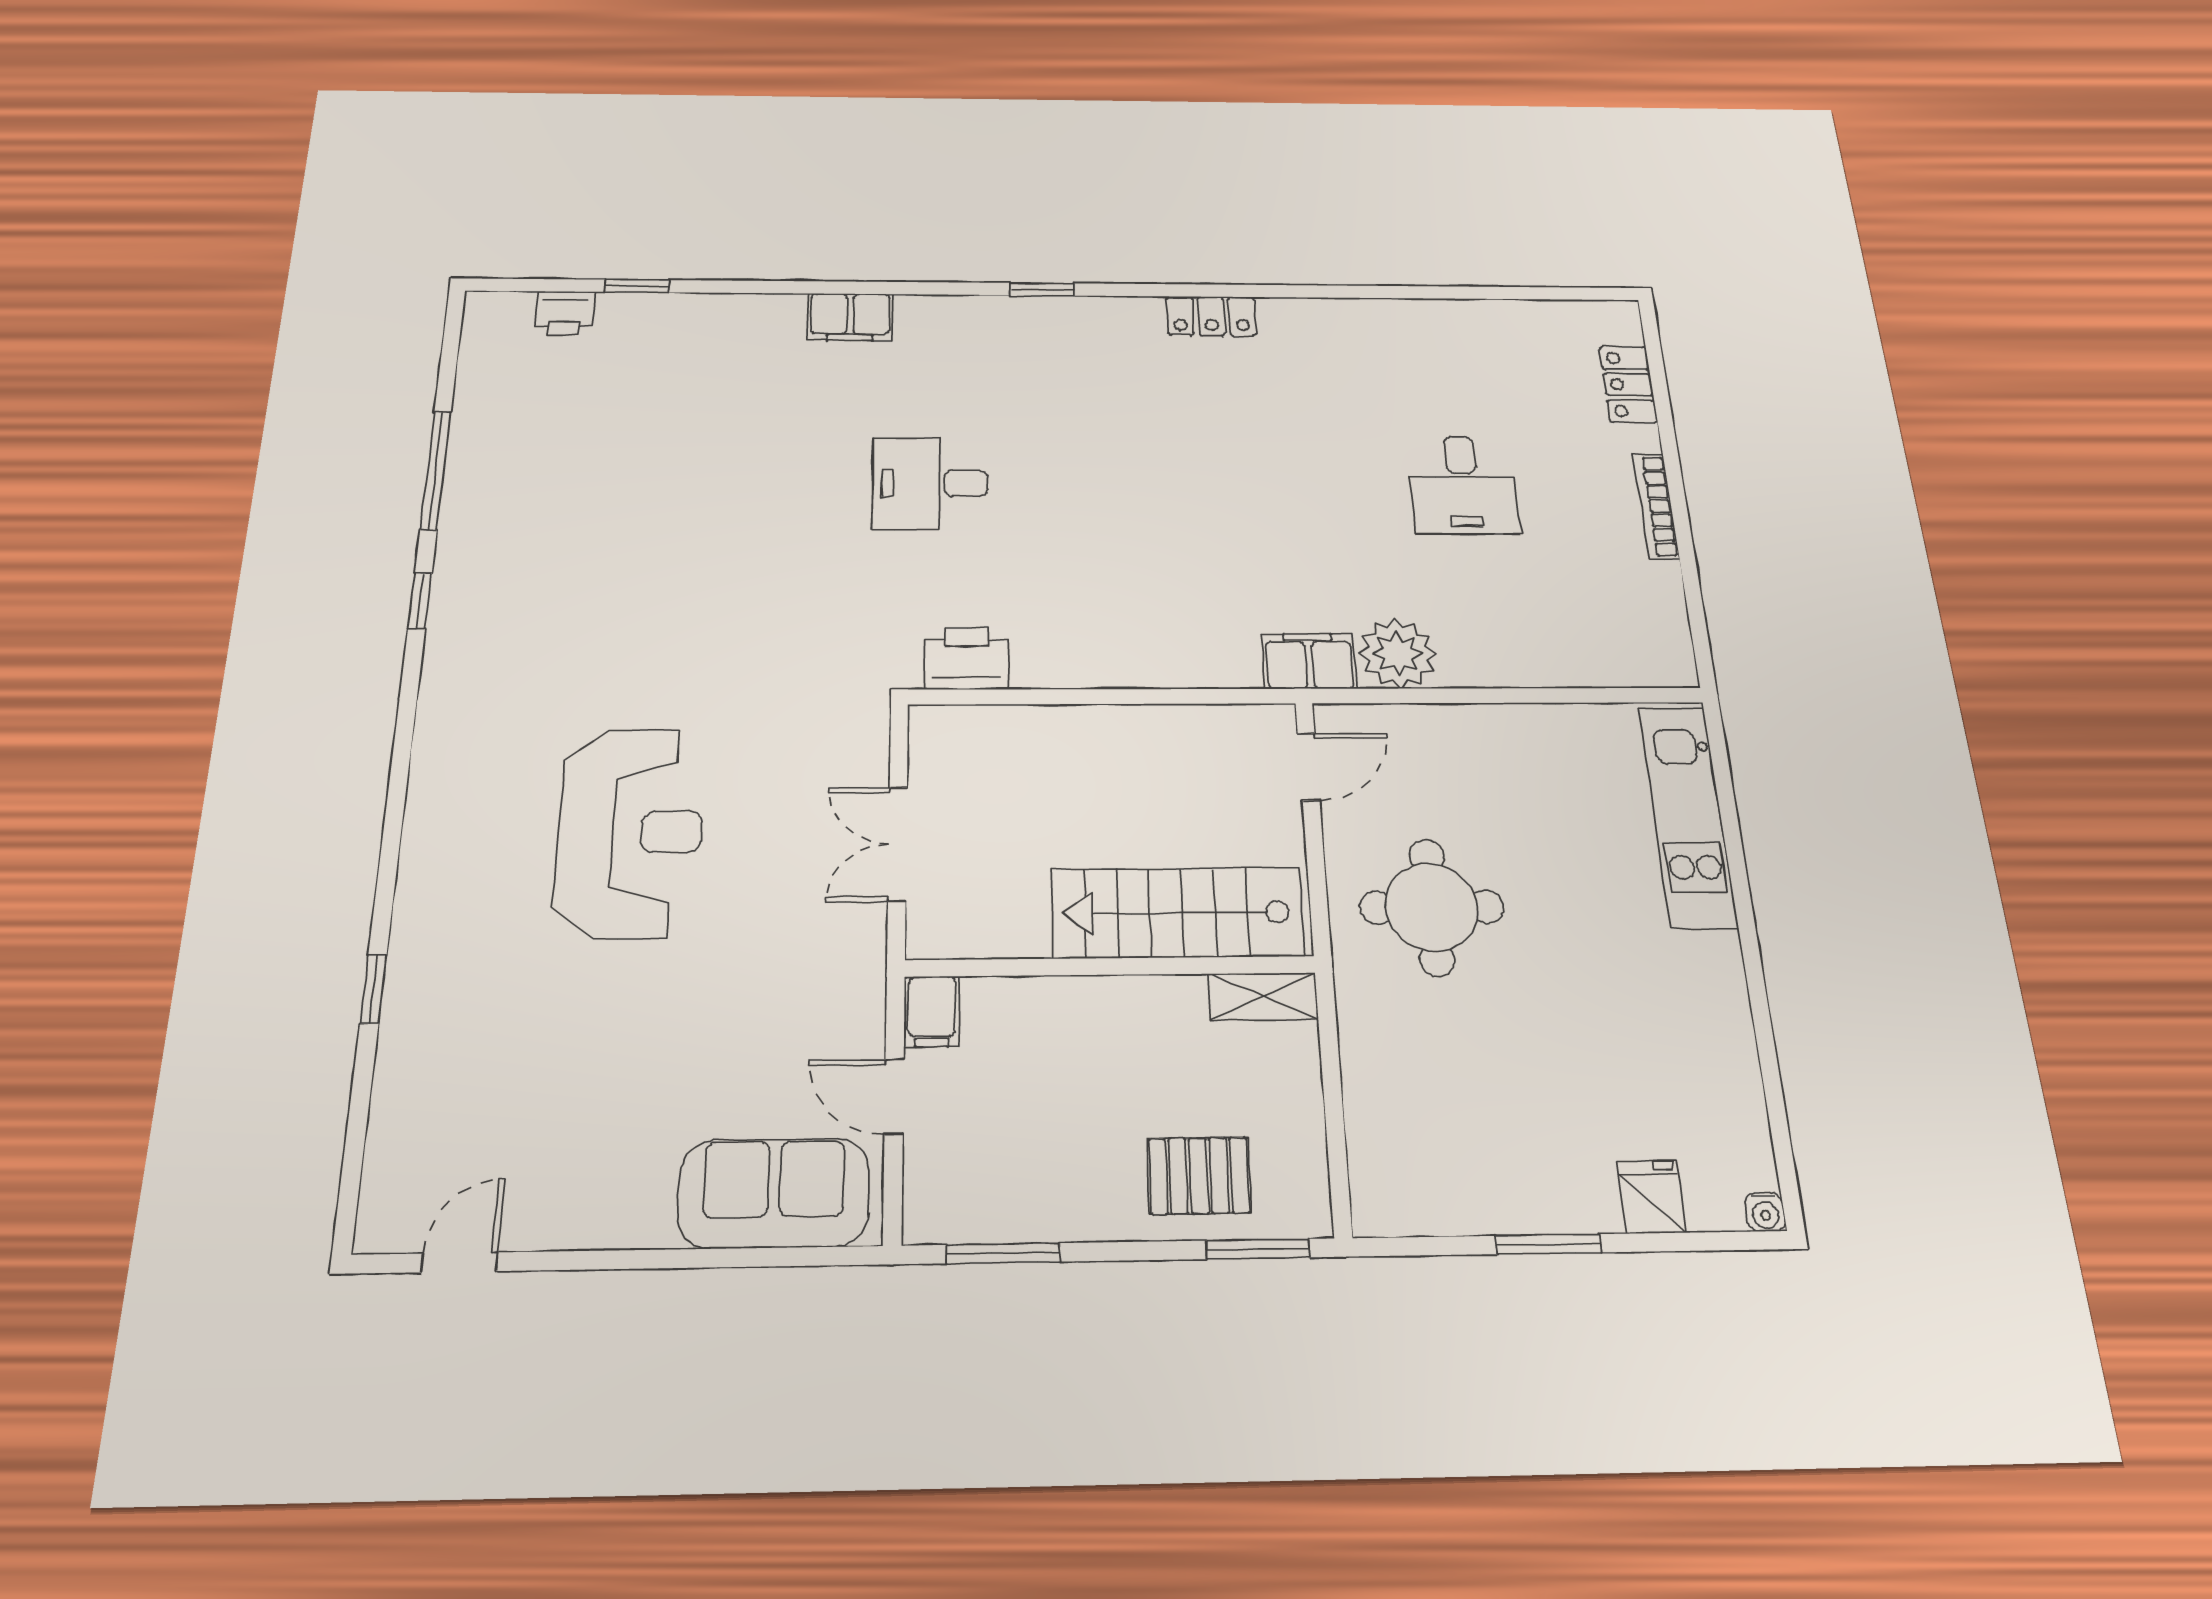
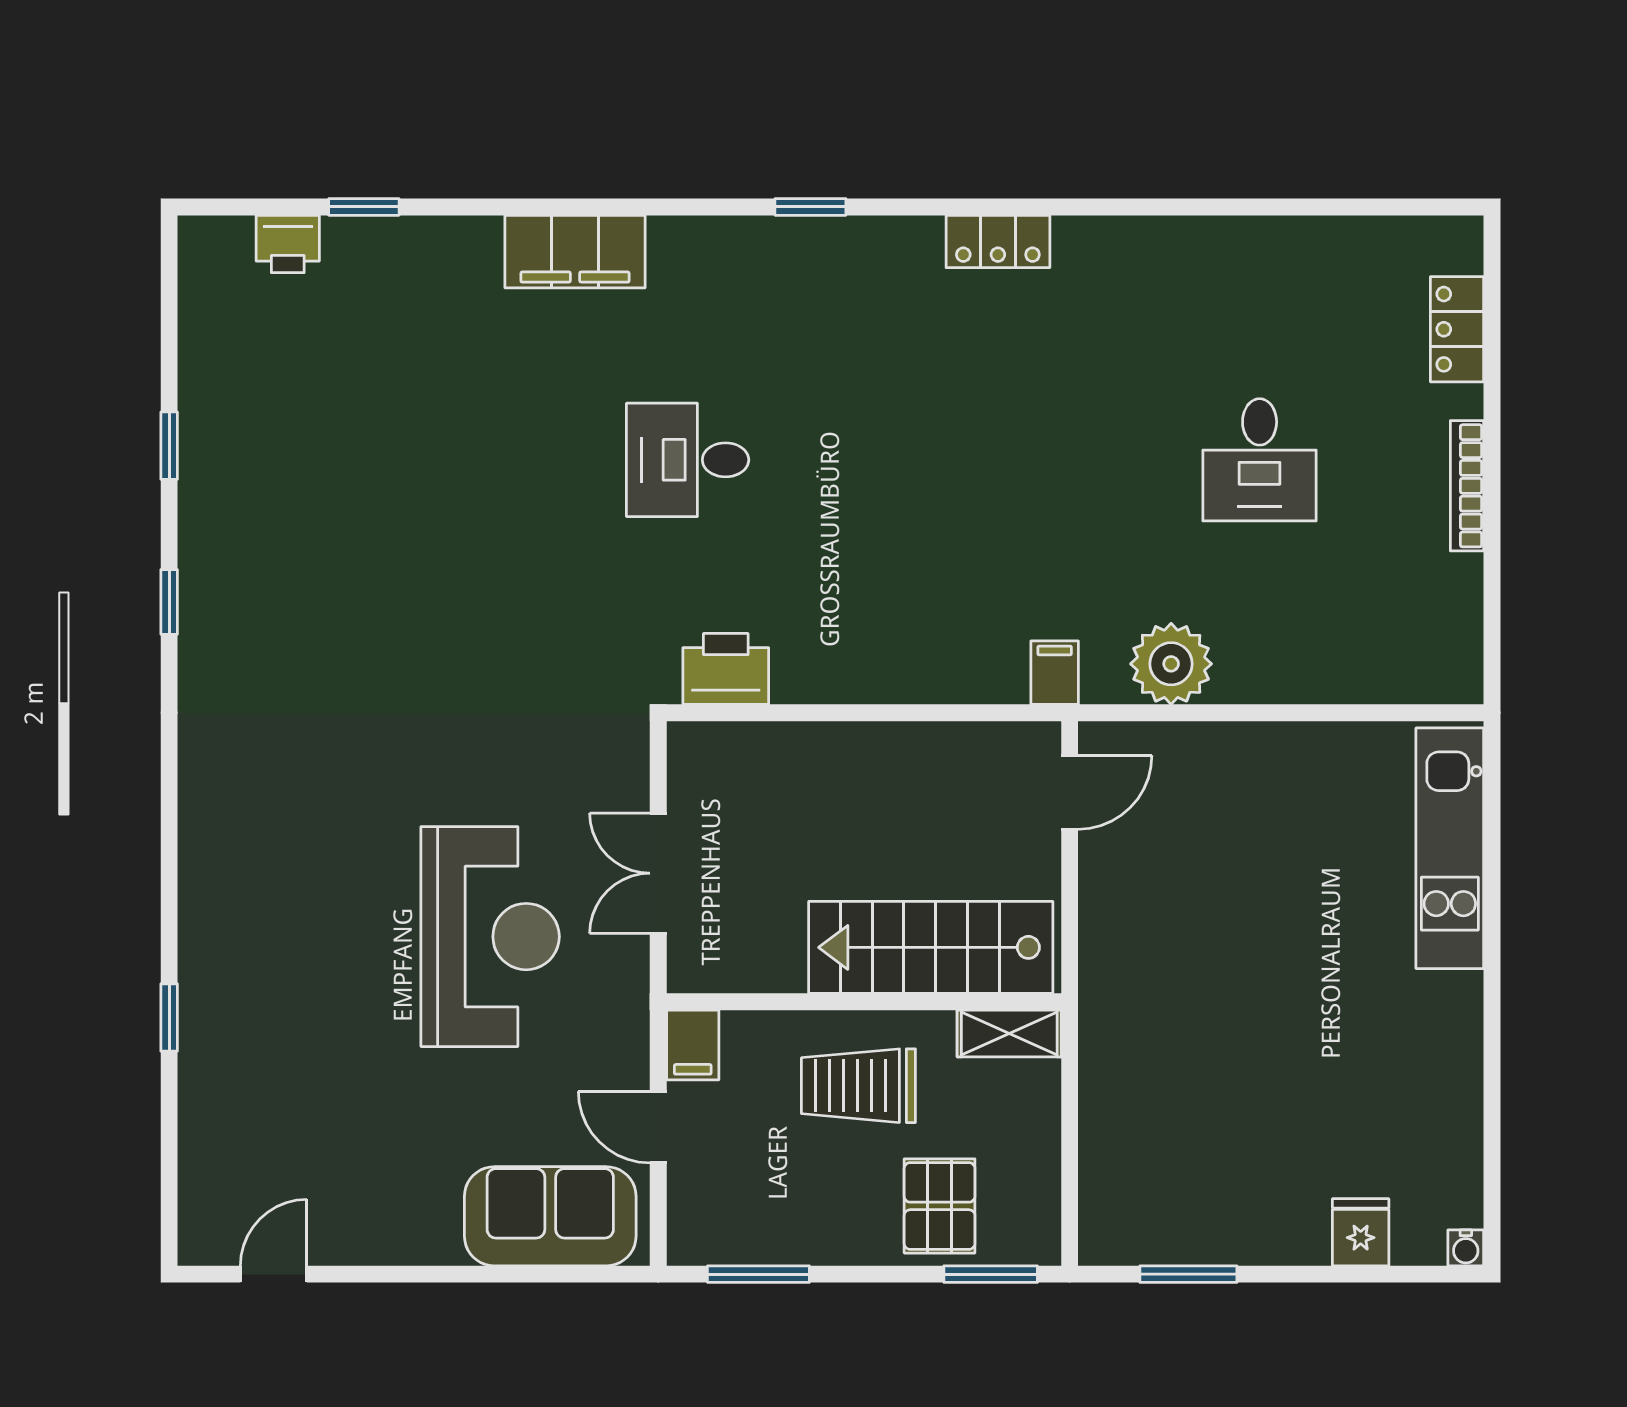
filing cabinet: (850, 317) -> (575, 252), width x1.50, depth x1.17
window: (436, 470) -> (169, 446), width x0.46
filing cabinet: (1309, 661) -> (1055, 673), width x0.50
reception desk: (630, 832) -> (490, 937), moved
round table: (1432, 907) -> (1181, 944), removed
trolley: (1107, 1051) -> (858, 1086), added
pallet: (1199, 1176) -> (940, 1206), turned 90
window: (1548, 1244) -> (1188, 1274), moved

